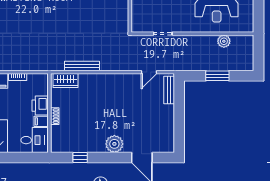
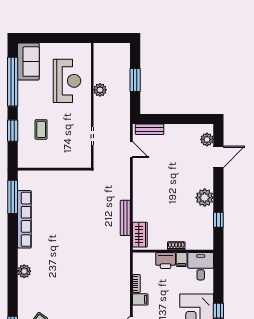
plant: (224, 41) -> (100, 90), moved
plant: (114, 144) -> (205, 198), moved
plant: (159, 146) -> (207, 139), added

